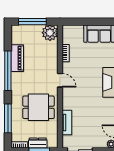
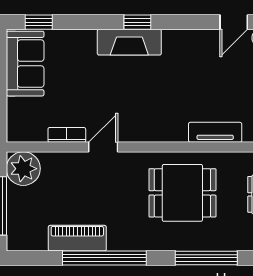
door: (60, 80) -> (103, 147), moved
dining table: (38, 107) -> (182, 193), turned 90

